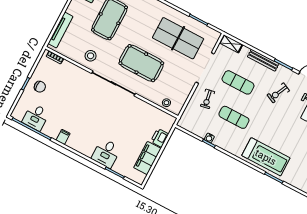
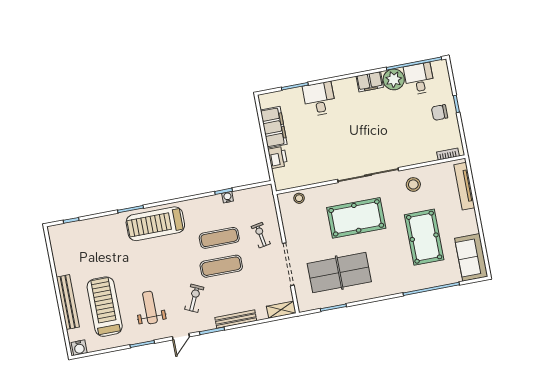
exercise mat: (238, 82) -> (221, 266), moved
plant: (52, 129) -> (394, 79), added
filing cabinet: (63, 137) -> (370, 82), width x2.00

